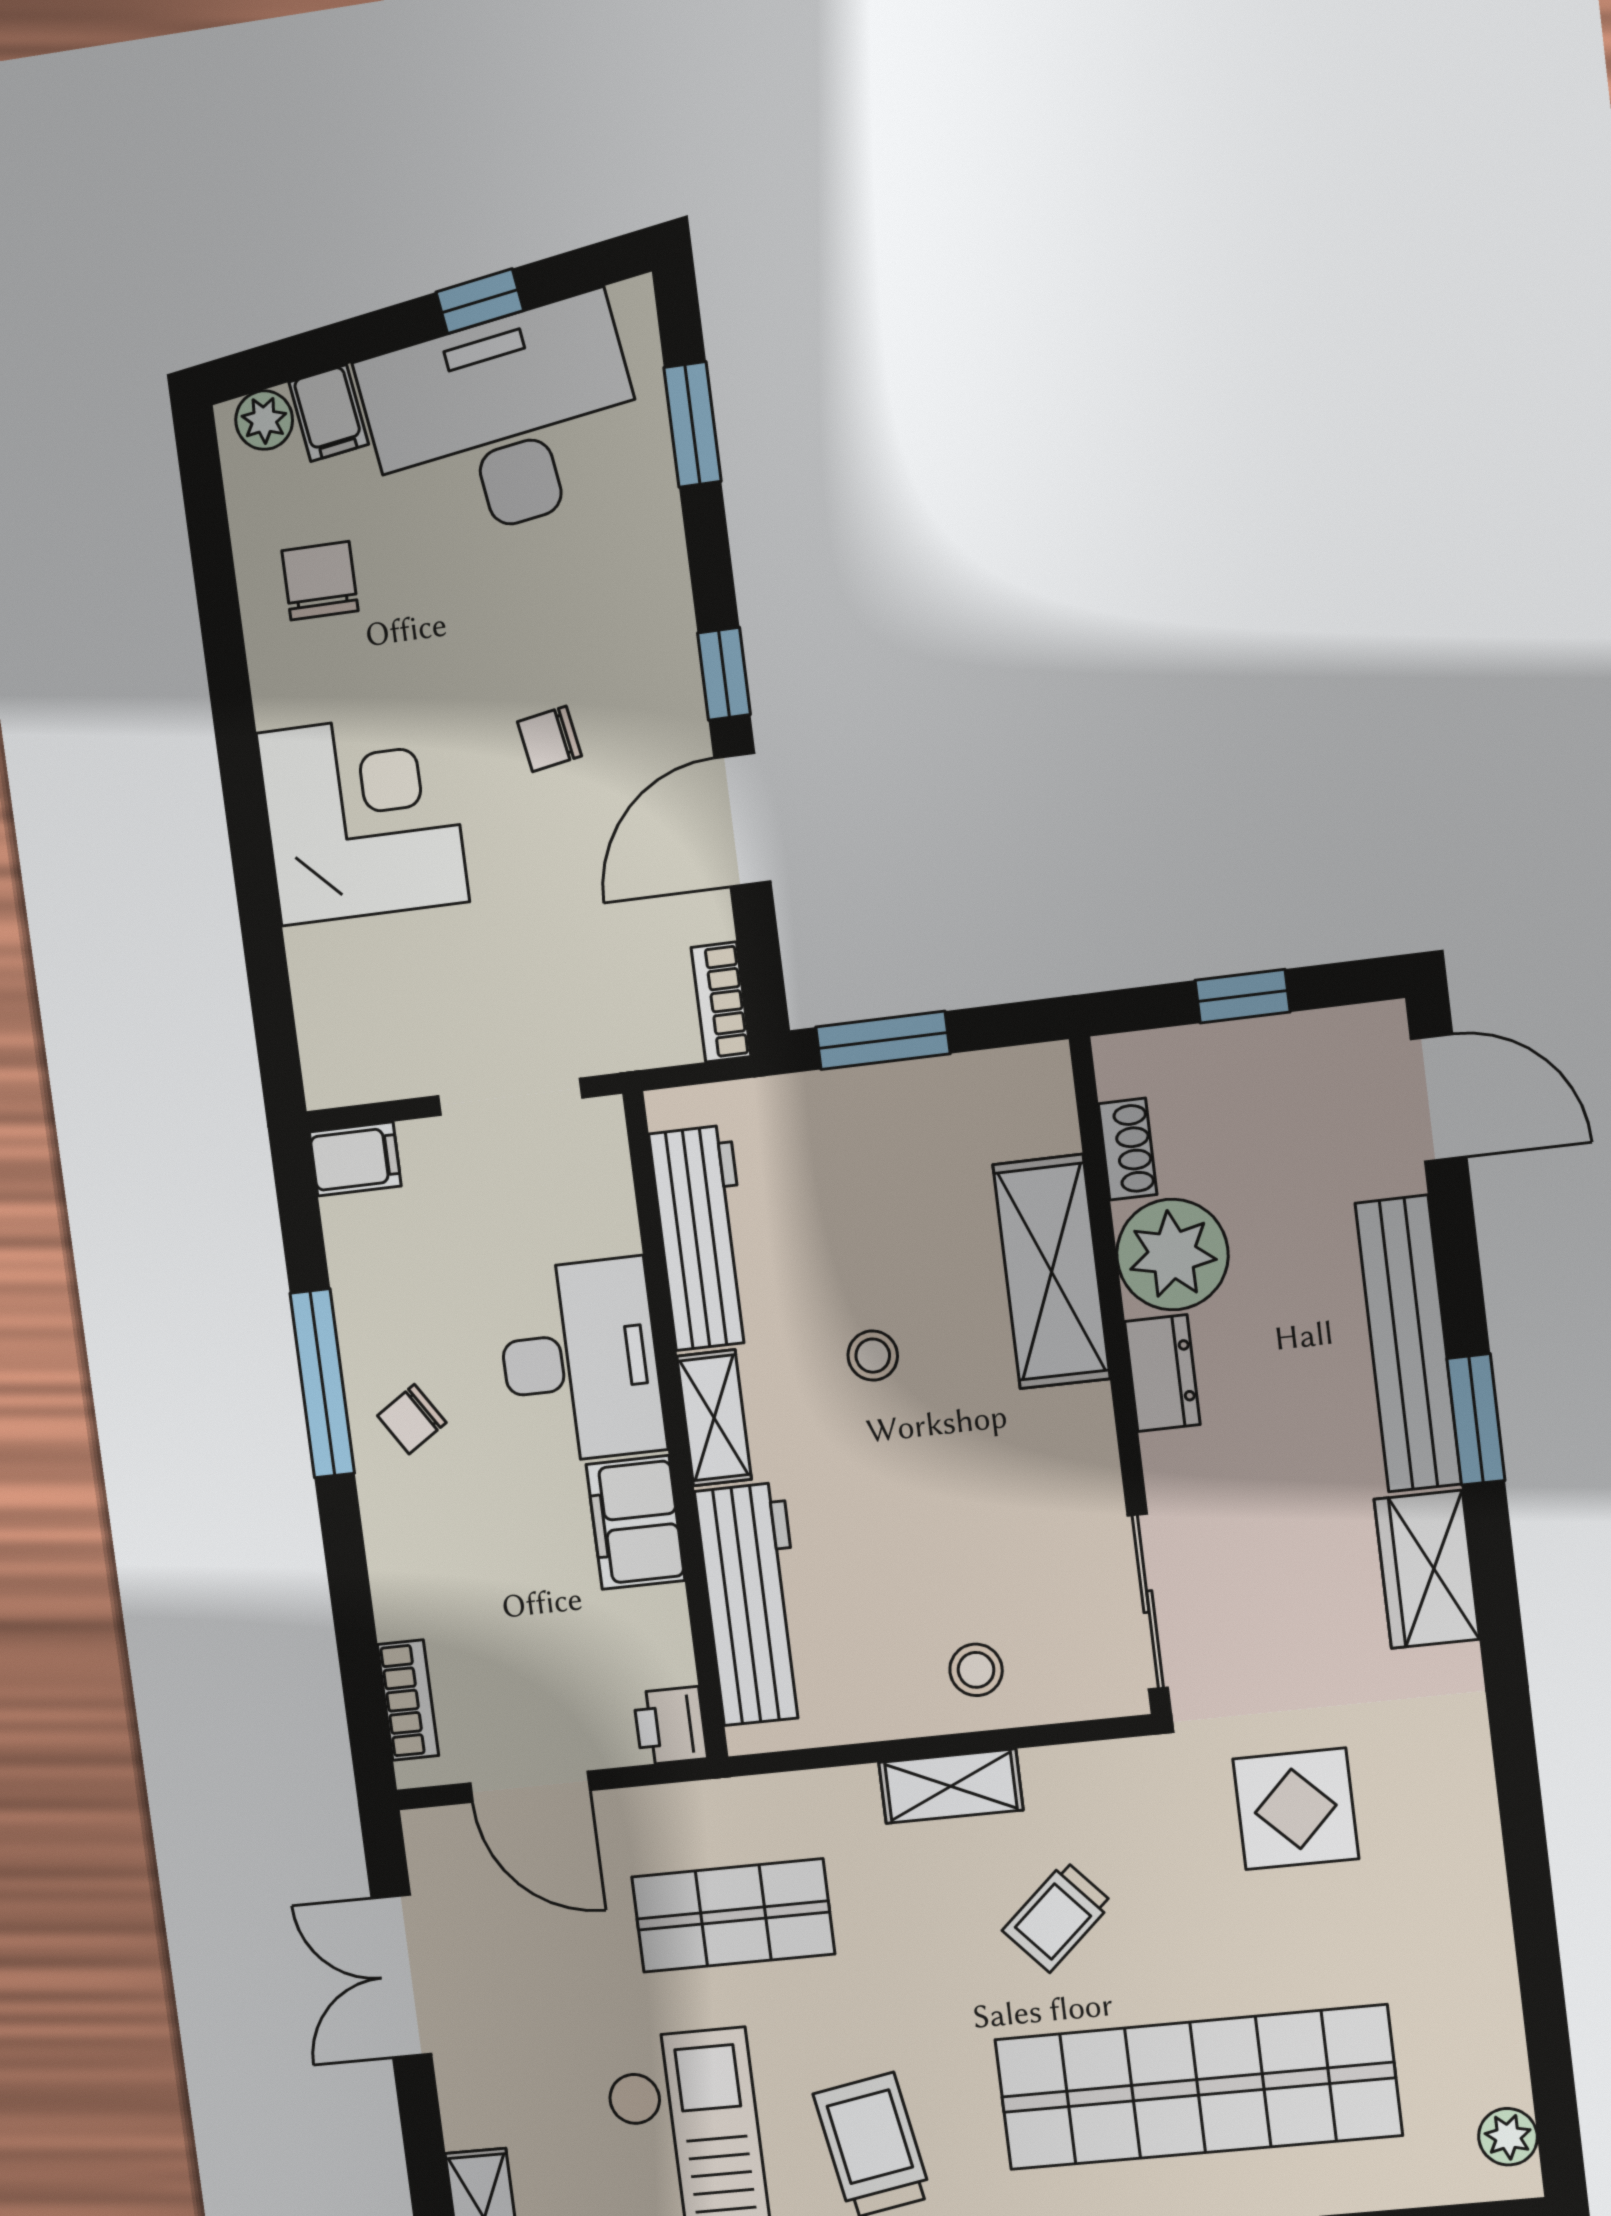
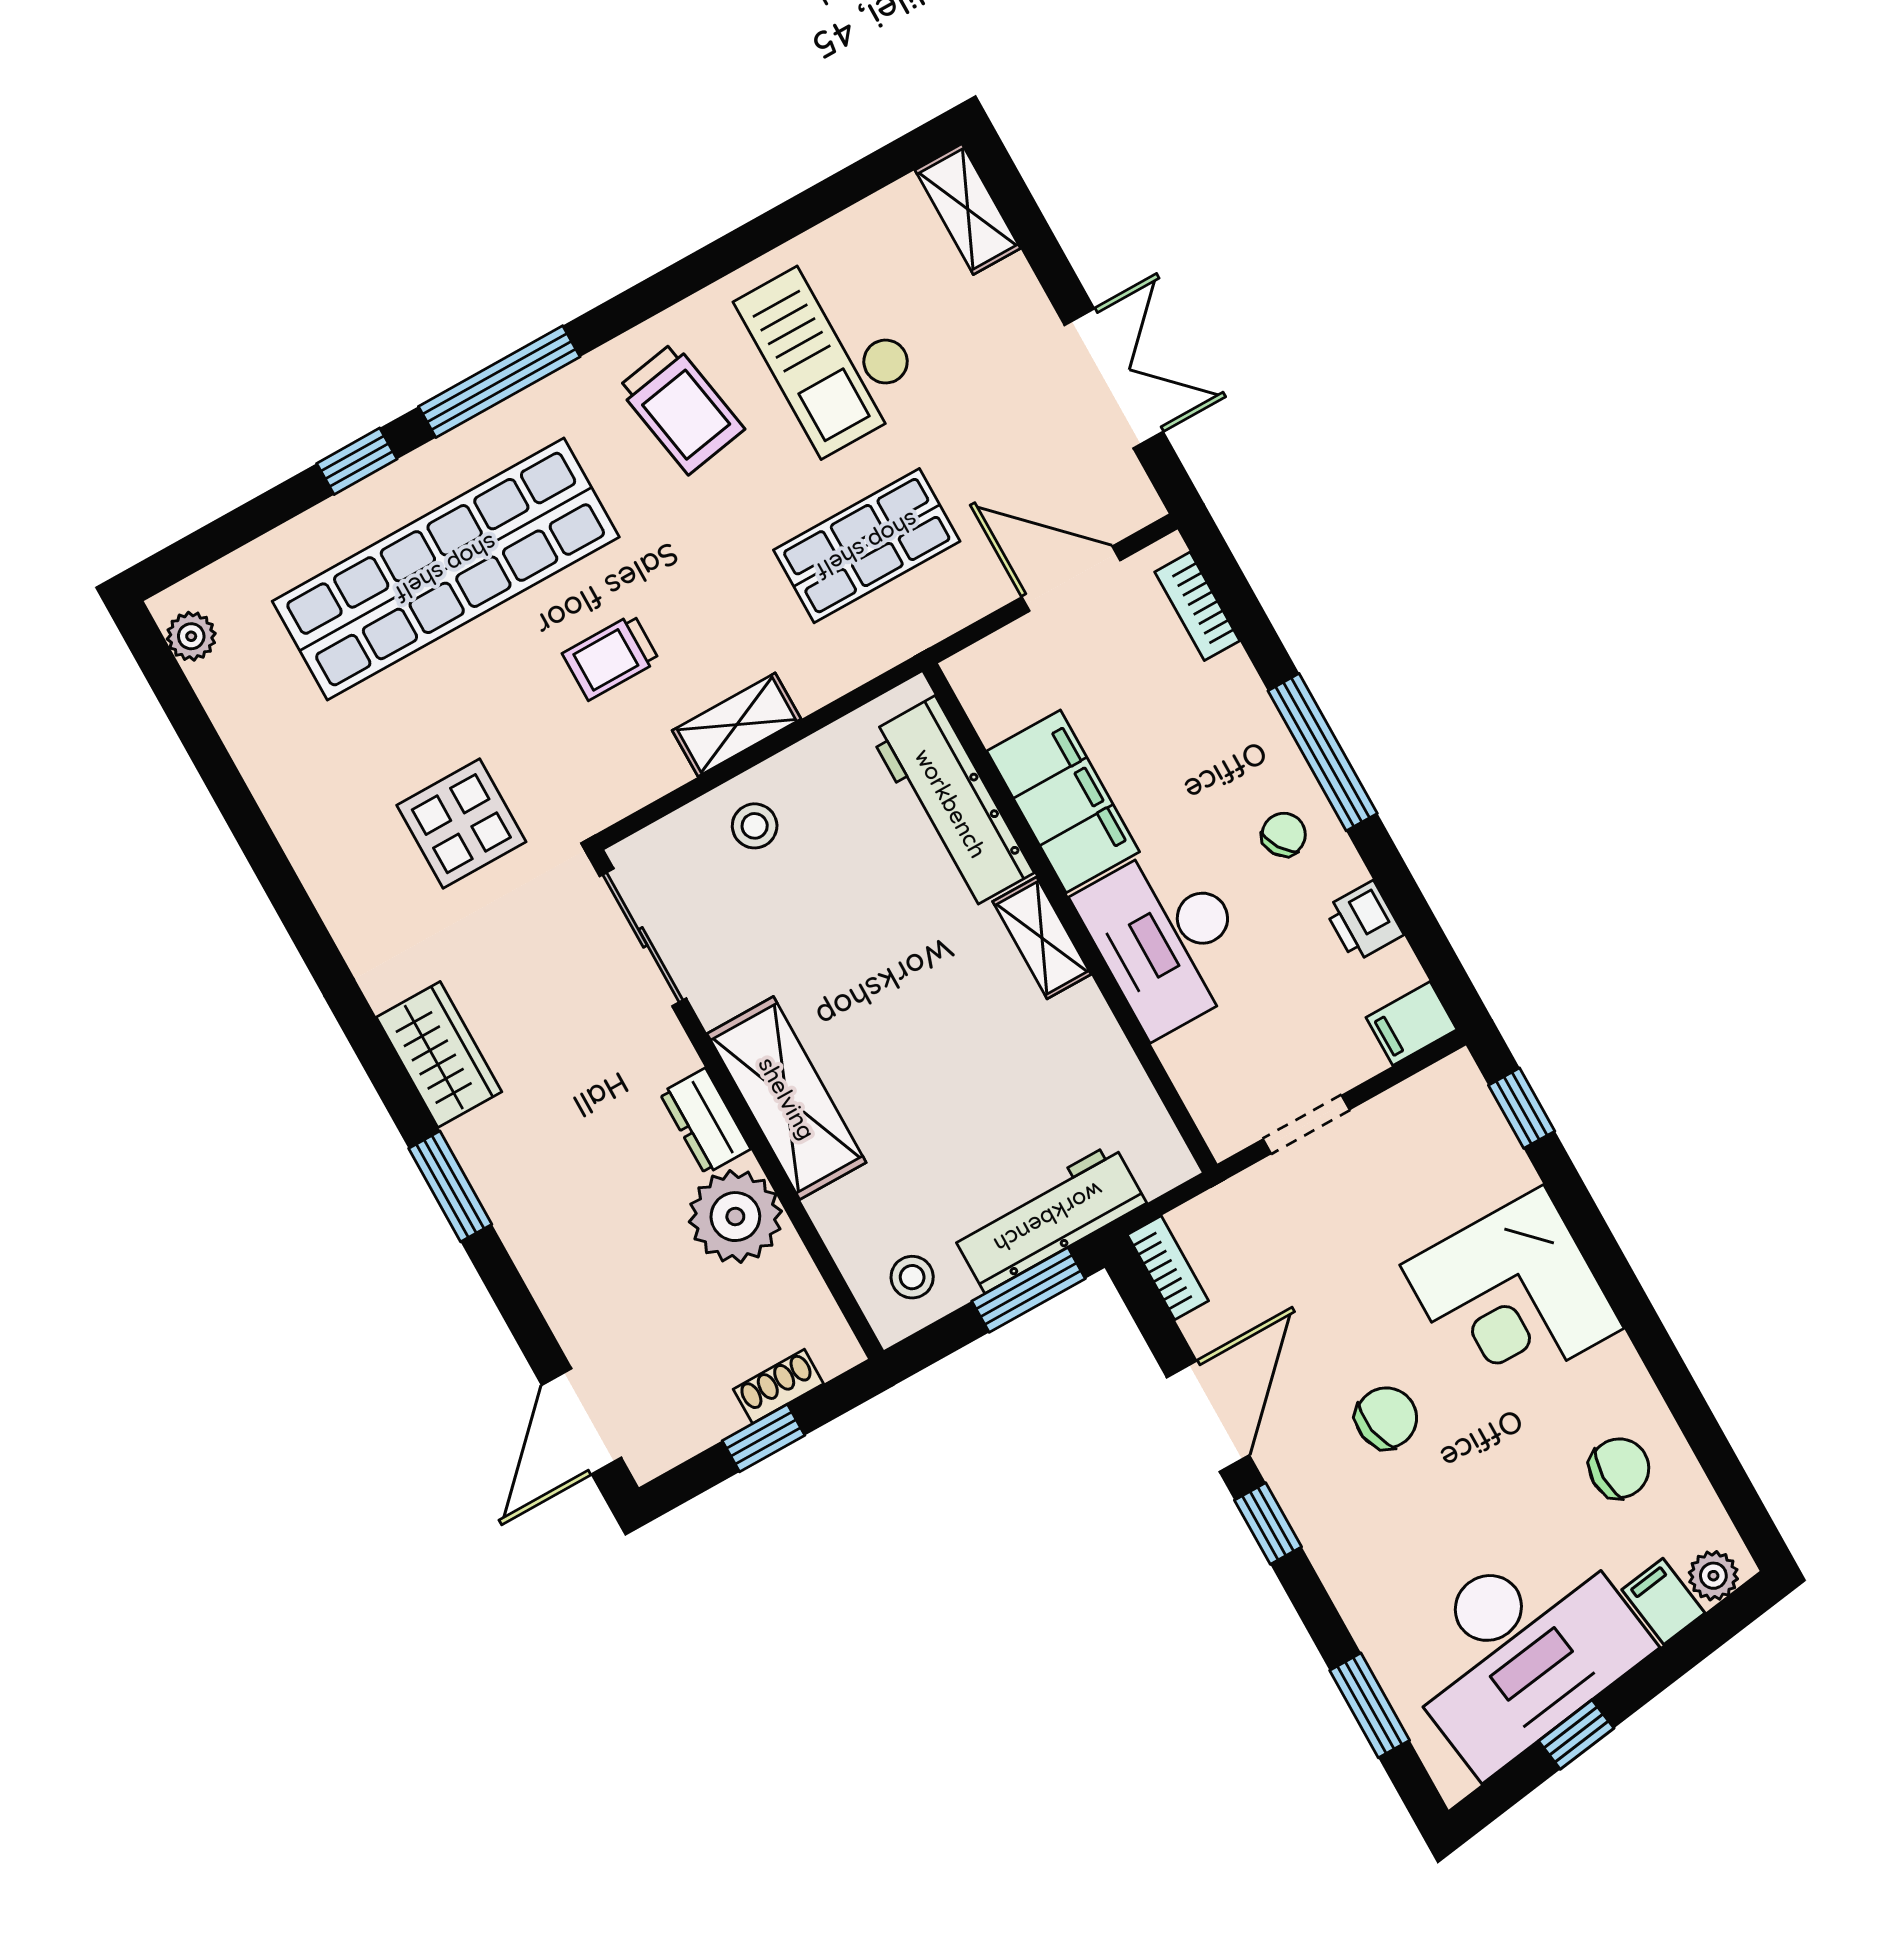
chair: (320, 581) -> (1619, 1468), turned -90
chair: (549, 739) -> (1386, 1418), width x1.37, depth x1.37
window: (274, 1019) -> (1522, 1108), added
doorway: (510, 1097) -> (1306, 1124), width x0.73
door: (1439, 1098) -> (582, 1421), hinge flipped
shoe rack: (1128, 1149) -> (778, 1386), moved, turned 90
workbench: (703, 1238) -> (1049, 1218), moved, turned 90
shelving: (1052, 1272) -> (787, 1098), moved
bench: (1408, 1344) -> (526, 1223), removed
stool: (873, 1356) -> (912, 1277), moved
window: (322, 1383) -> (1323, 752), moved
filing cabinet: (635, 1522) -> (1063, 801), width x1.50, depth x1.17
printer: (670, 1726) -> (1364, 921), moved, turned 180
trolley: (1057, 1917) -> (611, 657), turned -138

